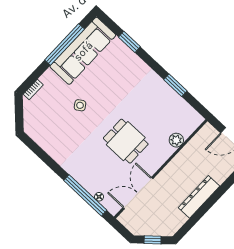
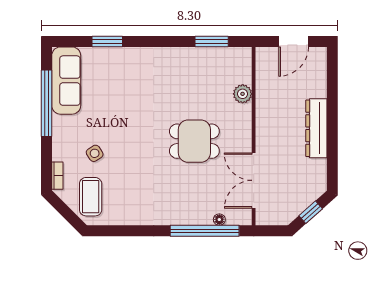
sofa: (83, 51) -> (66, 81), width x0.74, depth x0.79
window: (175, 85) -> (212, 41), moved
side table: (80, 105) -> (95, 153), moved
coffee table: (40, 118) -> (91, 197), added

